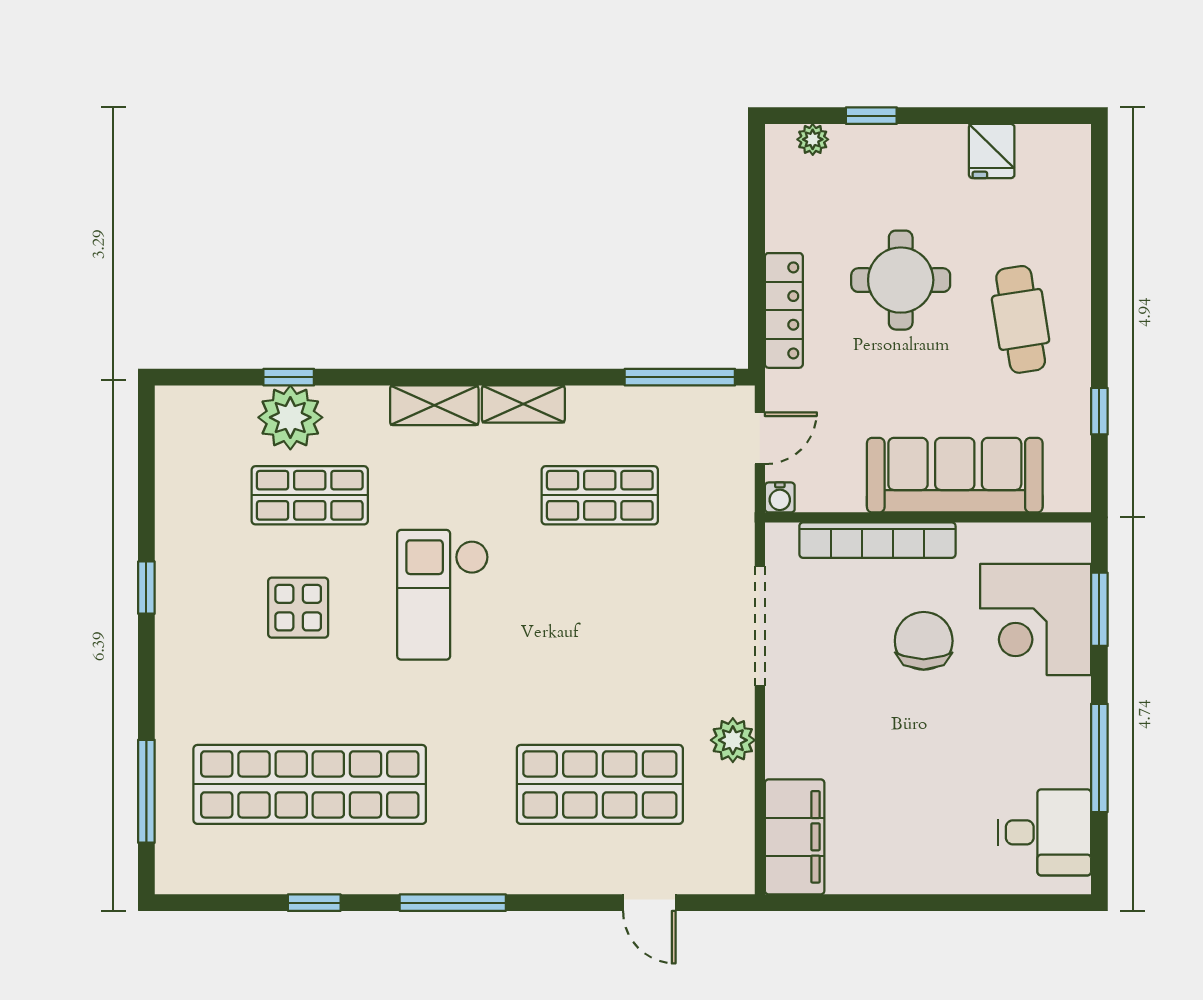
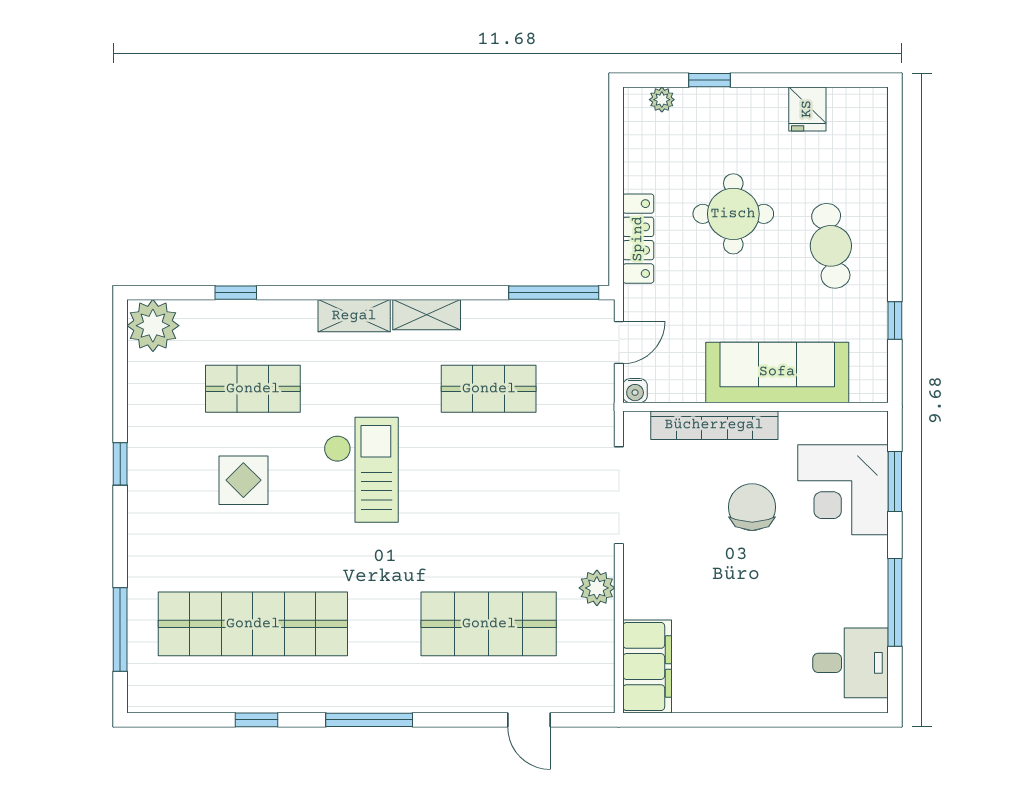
plant: (290, 417) -> (153, 326), moved
checkout: (443, 595) -> (361, 470), turned 180

